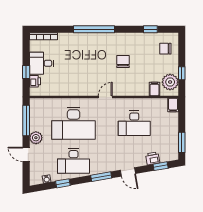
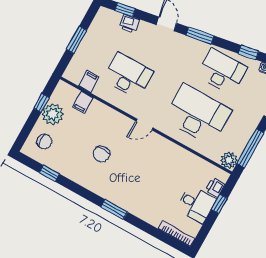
window: (94, 29) -> (114, 209), width x0.47
plant: (170, 82) -> (53, 114), moved
filing cabinet: (173, 105) -> (89, 81), moved
plant: (36, 138) -> (229, 160), moved
window: (182, 142) -> (77, 40), moved

